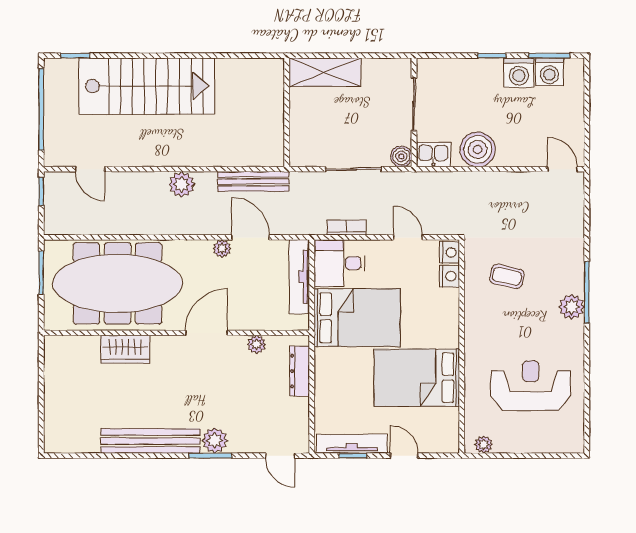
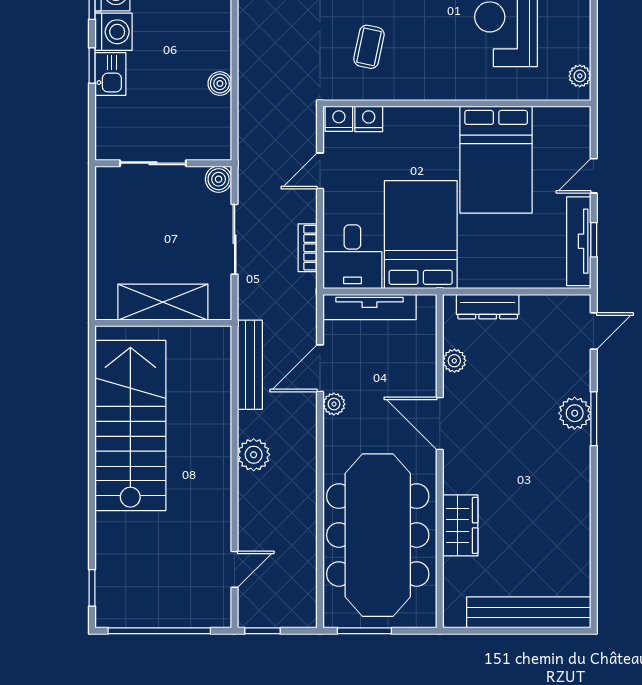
shelving: (325, 72) -> (163, 302), moved, turned 90
stairs: (147, 86) -> (130, 426), moved
boiler: (478, 149) -> (220, 84), width x0.54, depth x0.54
kitchen sink: (433, 155) -> (110, 74), moved, turned 180
bench: (150, 441) -> (529, 612), moved, turned 90

